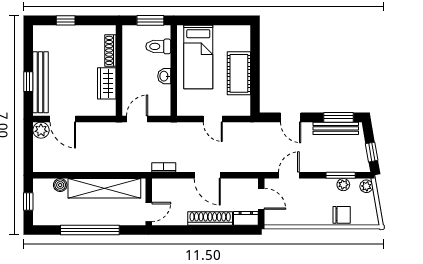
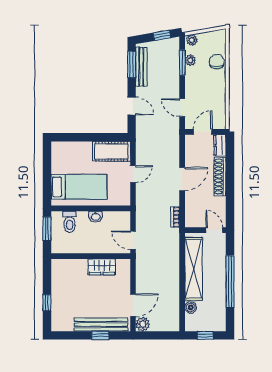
shoe rack: (110, 50) -> (73, 264), removed
cot: (239, 73) -> (111, 151), moved
door: (291, 117) -> (132, 106), hinge flipped

